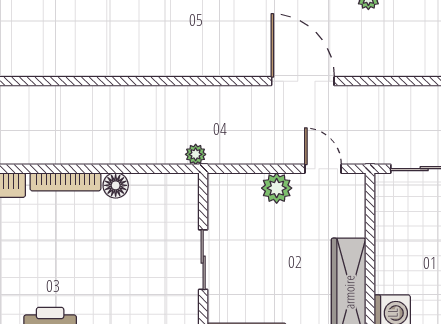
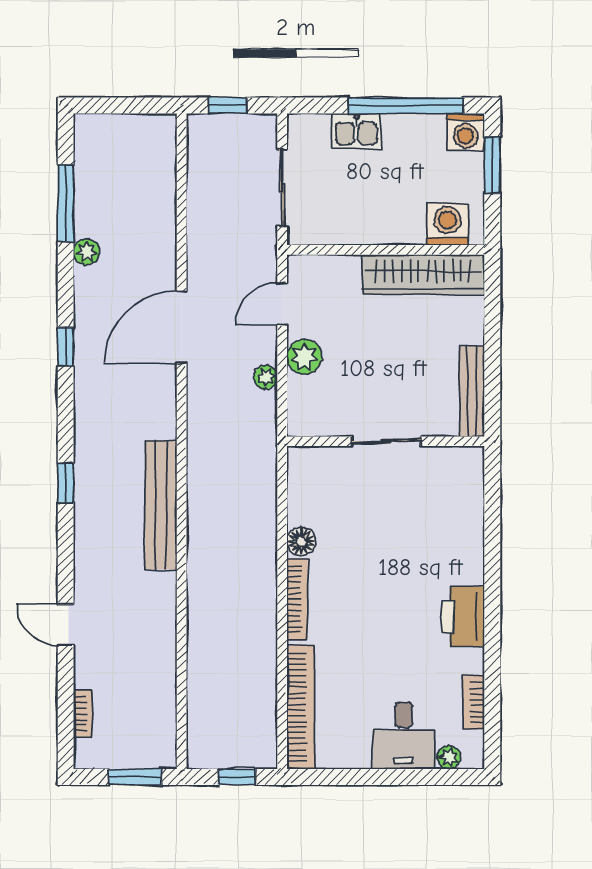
bench: (148, 63) -> (161, 505), added
plant: (196, 154) -> (266, 377), moved

